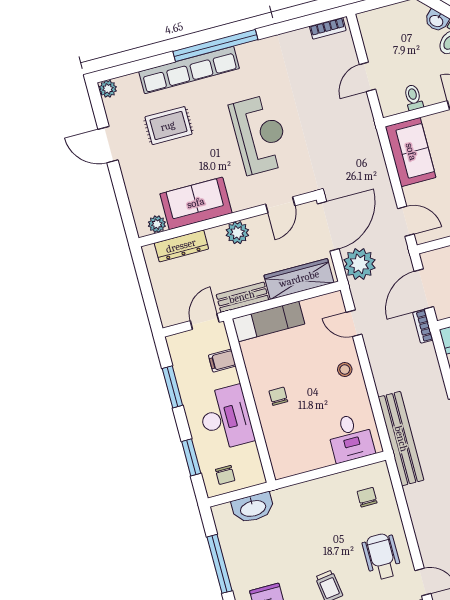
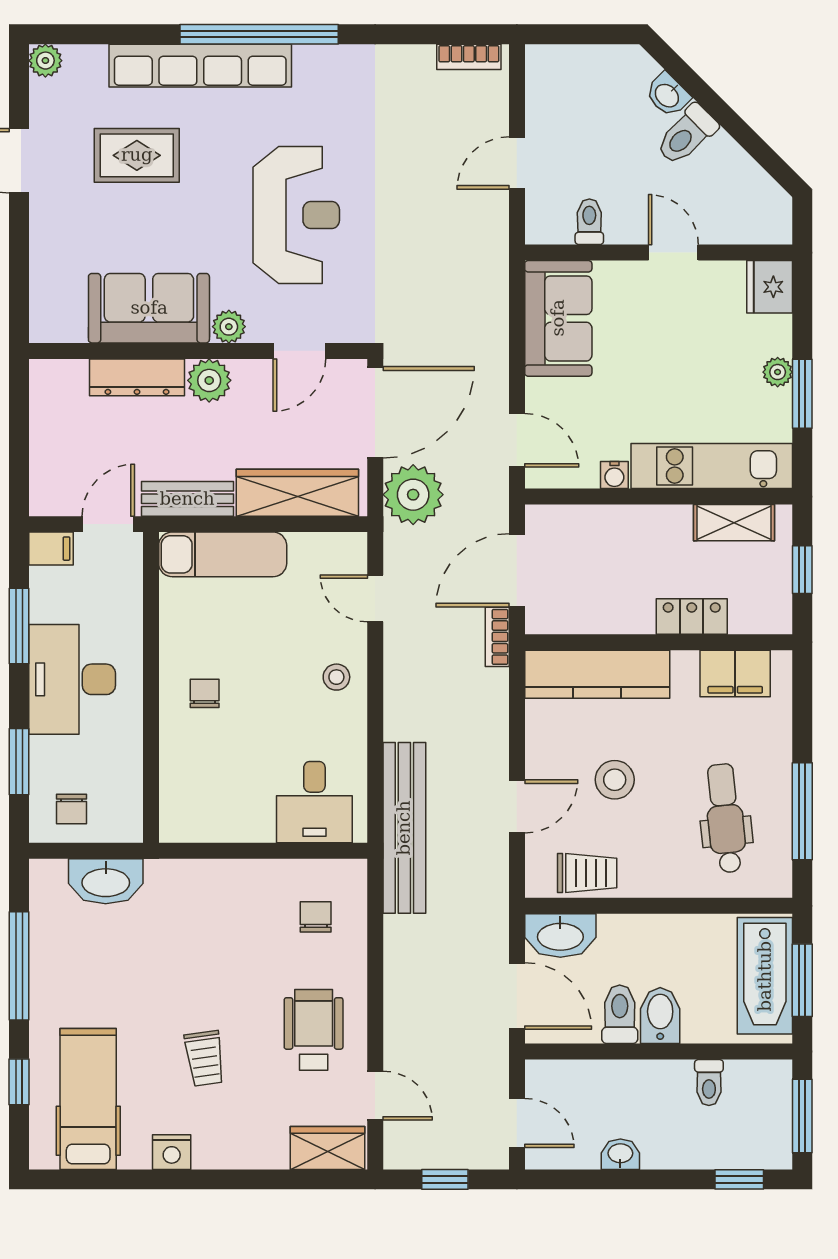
plant: (157, 224) -> (229, 327), moved
dresser: (181, 246) -> (137, 377), moved
filing cabinet: (222, 361) -> (51, 549), moved, turned 180
desk: (226, 418) -> (72, 679), moved, turned 180

